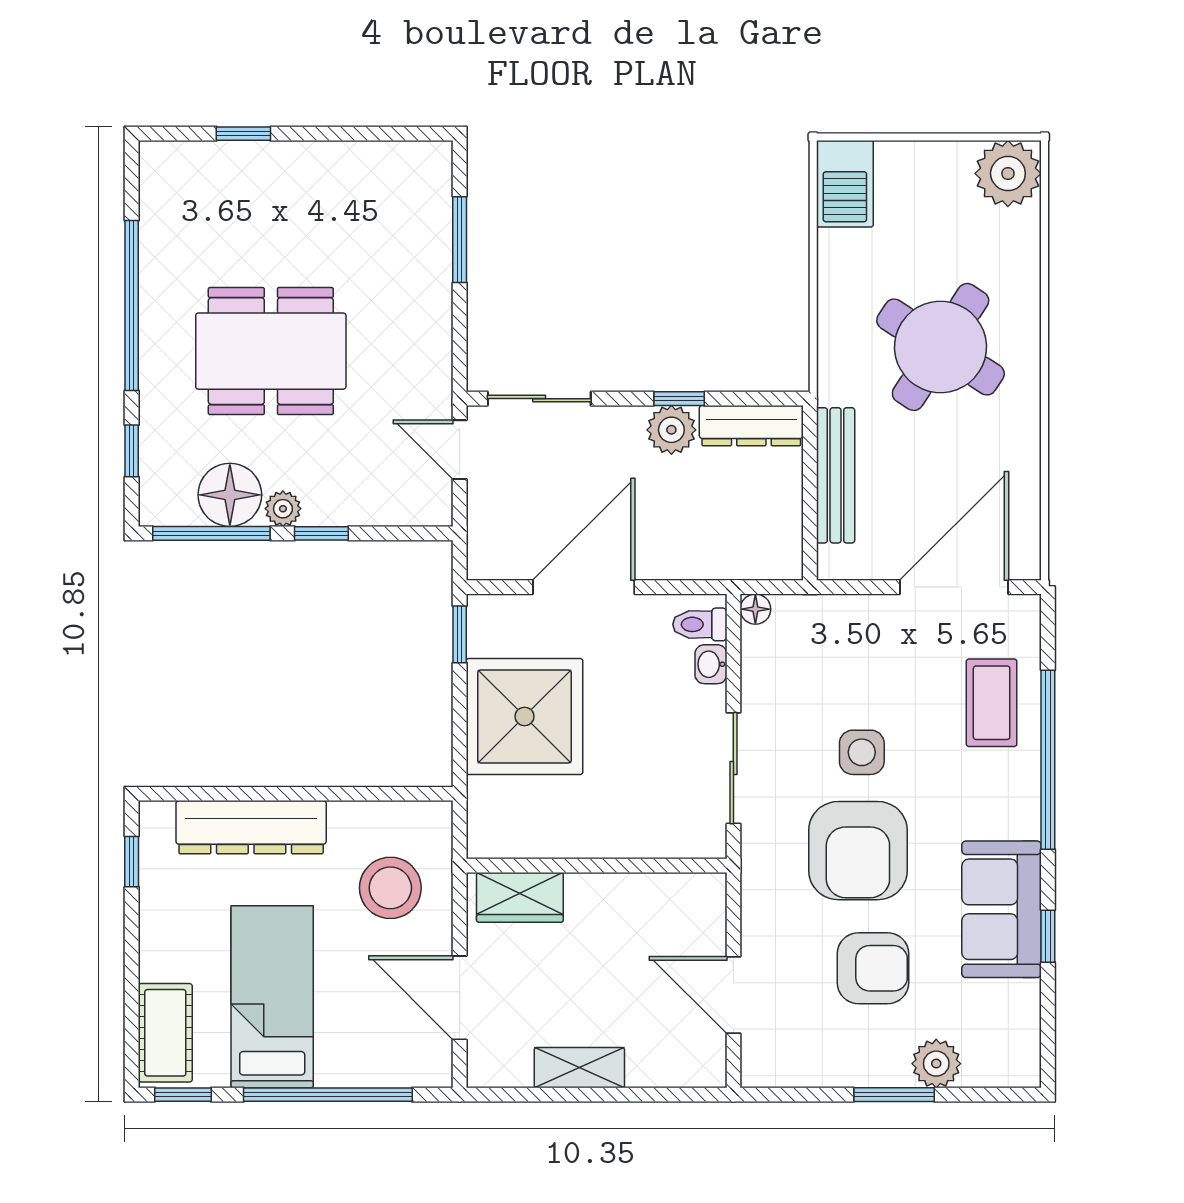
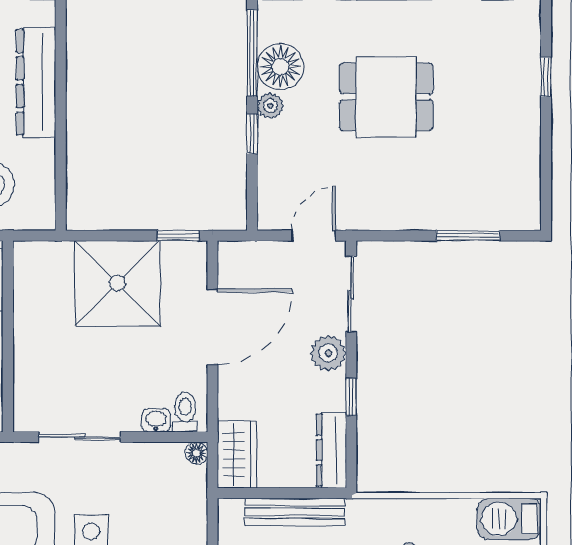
dining table: (271, 351) -> (386, 97), width x0.73
plant: (671, 430) -> (328, 353), moved
wardrobe: (757, 554) -> (237, 455), added
door: (584, 587) -> (213, 327), hinge flipped

